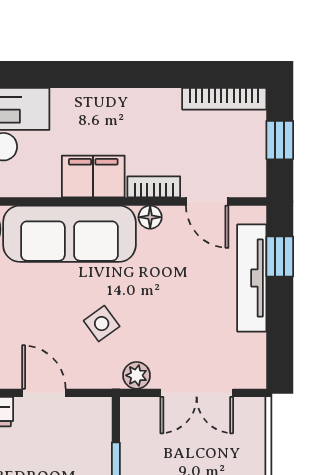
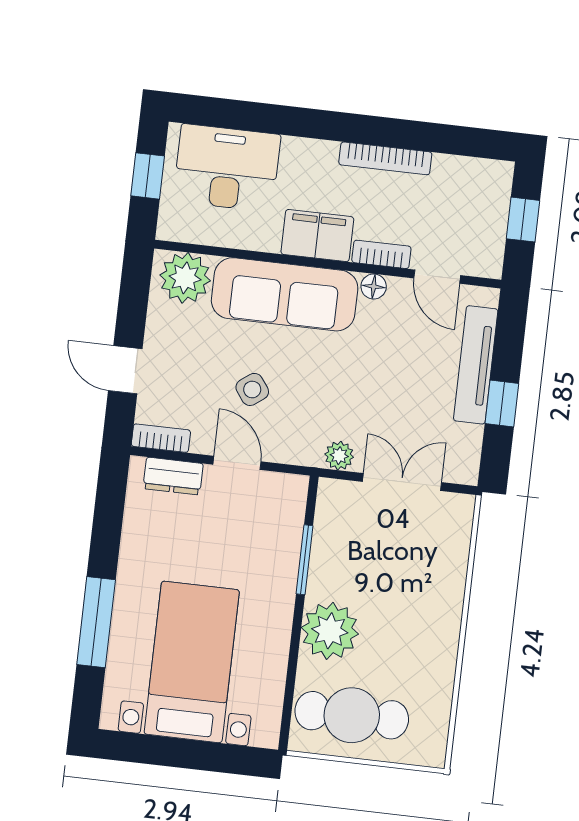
bookcase: (224, 99) -> (385, 158), moved
window: (280, 256) -> (502, 403), moved
side table: (102, 324) -> (252, 389), moved
double door: (197, 393) -> (402, 482), swing flipped

